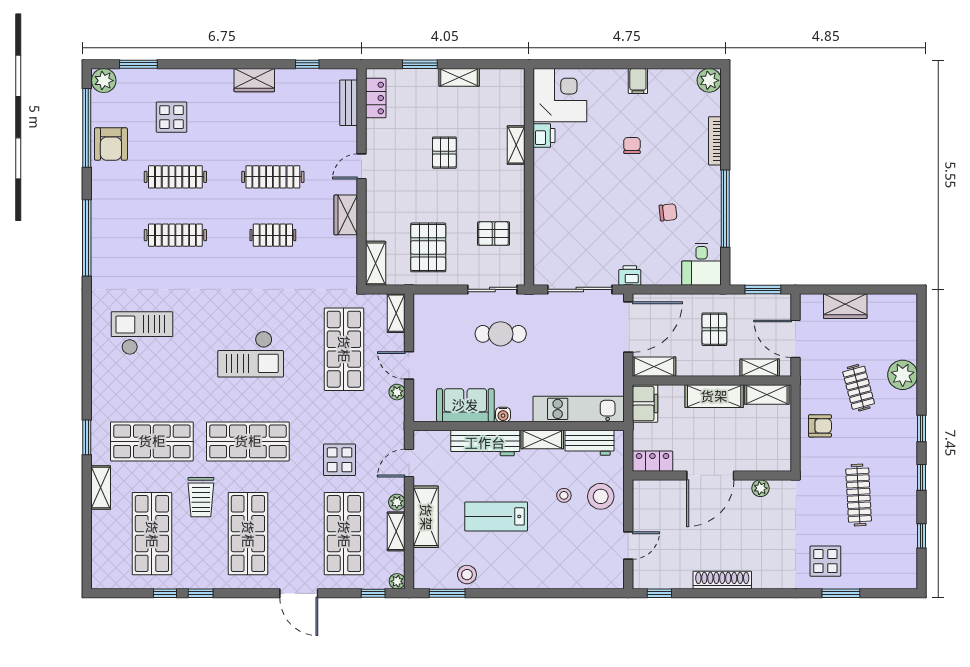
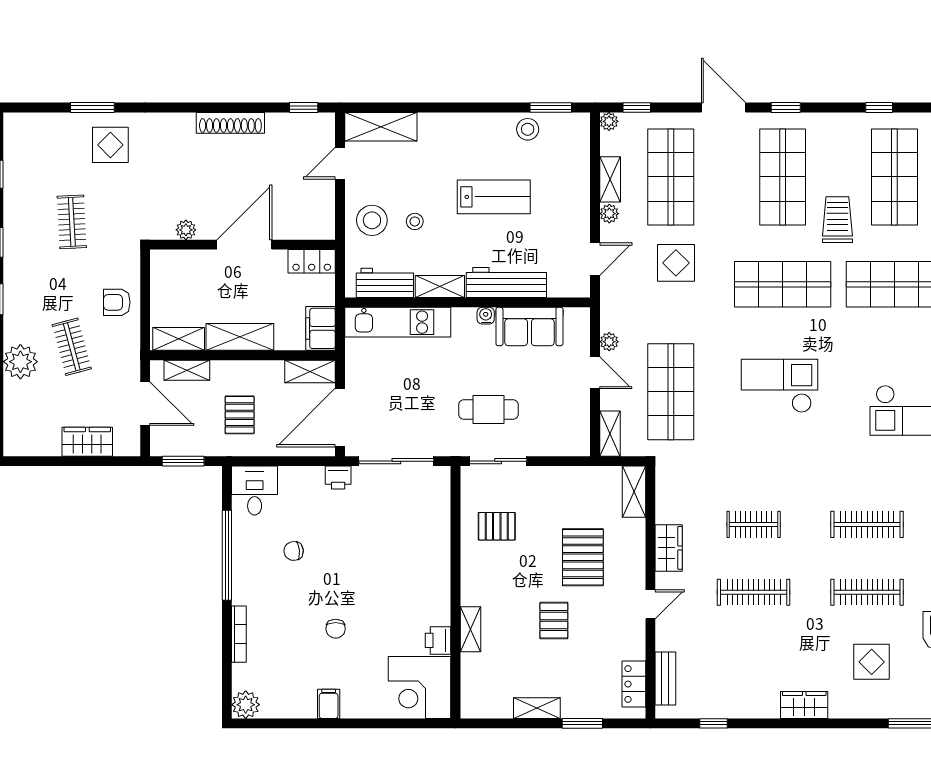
wardrobe: (254, 80) -> (804, 705), moved
pallet: (428, 247) -> (583, 557), moved
clothes rail: (859, 495) -> (72, 222), width x0.73
shelving: (426, 517) -> (381, 127), moved, turned 90
window: (201, 593) -> (786, 108), moved

